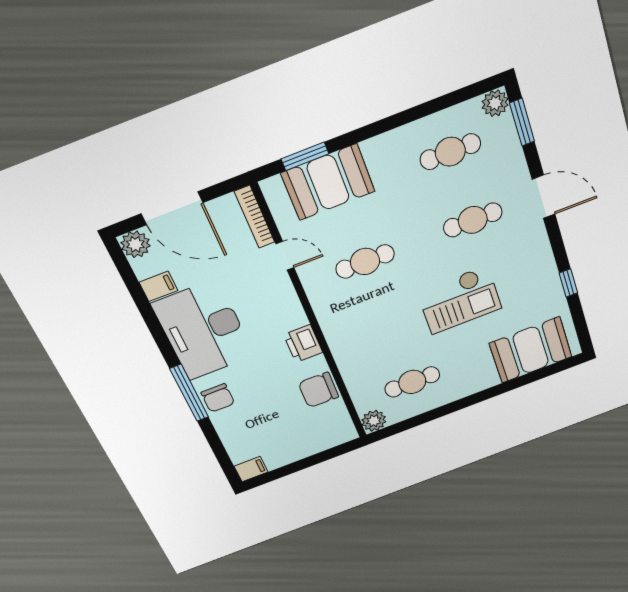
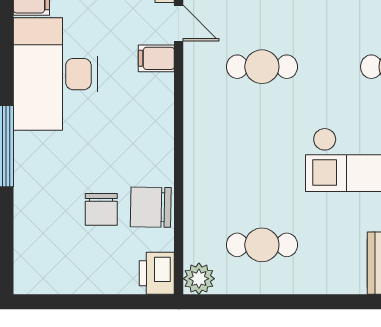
printer: (303, 344) -> (157, 273), moved
chair: (218, 398) -> (101, 209), moved
filing cabinet: (251, 469) -> (156, 58), moved, turned 180

